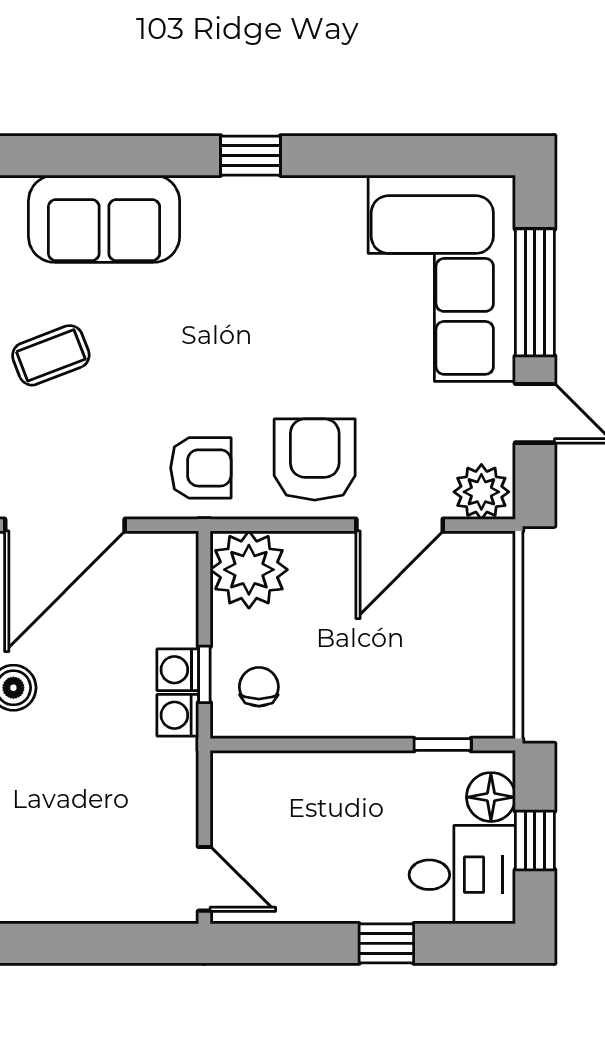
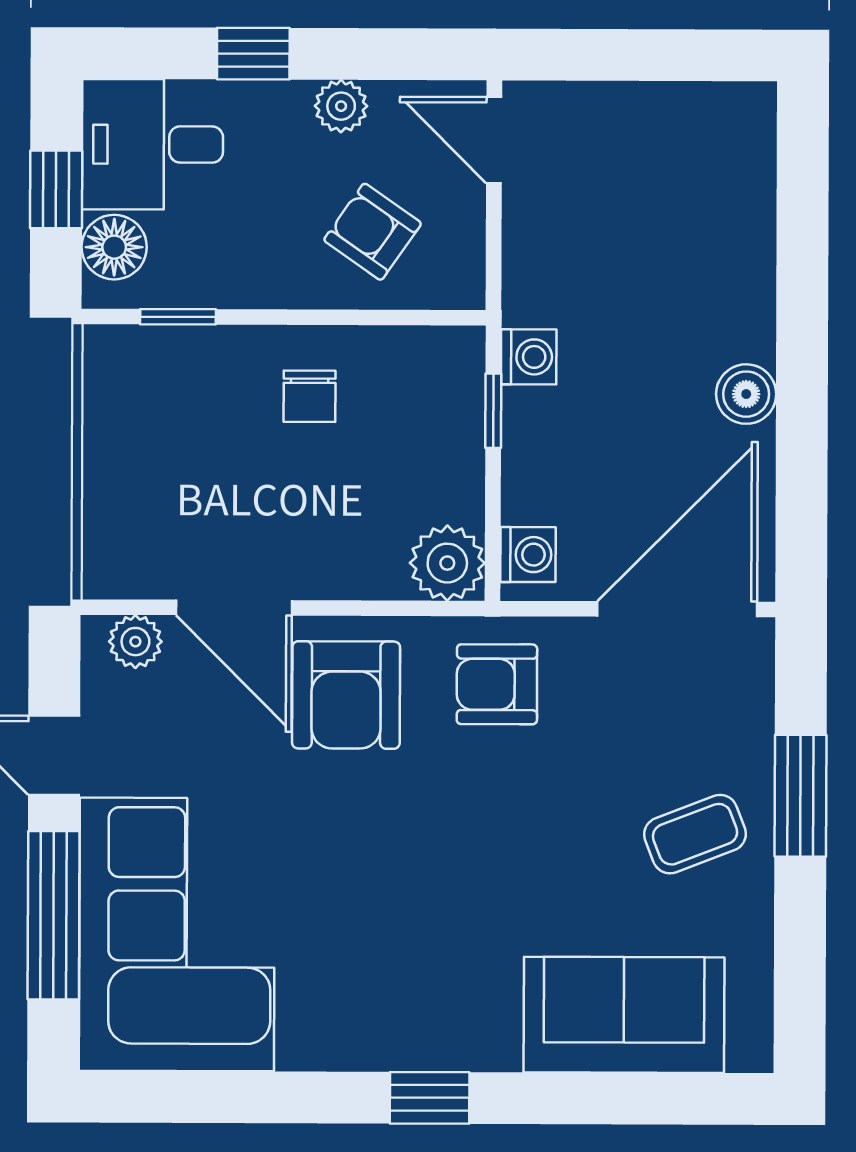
plant: (481, 492) -> (135, 642), width x0.73, depth x0.73
door: (400, 525) -> (234, 608), swing flipped
plant: (249, 570) -> (447, 563), width x0.73, depth x0.73
washing machine: (178, 670) -> (528, 555), moved
chair: (259, 687) -> (309, 396), moved
armchair: (296, 809) -> (373, 232), added
plant: (320, 904) -> (341, 106), added

